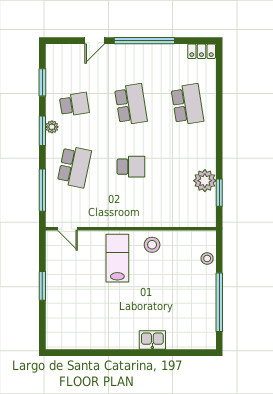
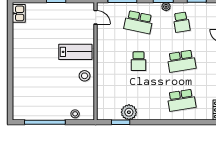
door: (67, 229) -> (96, 17), swing flipped
kitchen sink: (152, 340) -> (19, 13), moved

